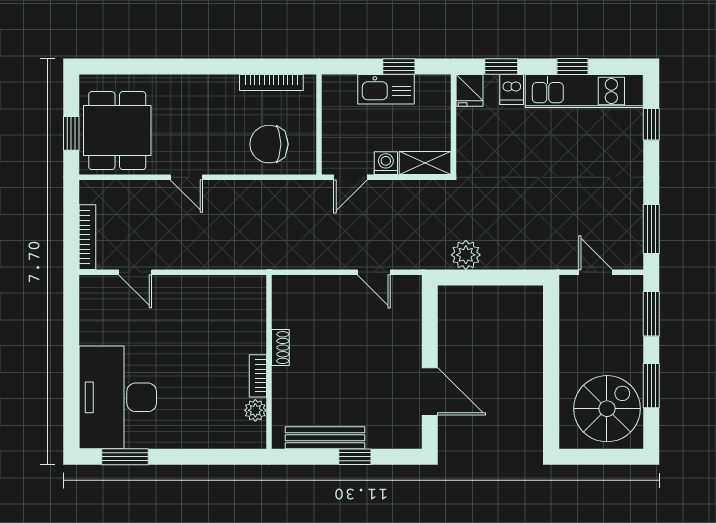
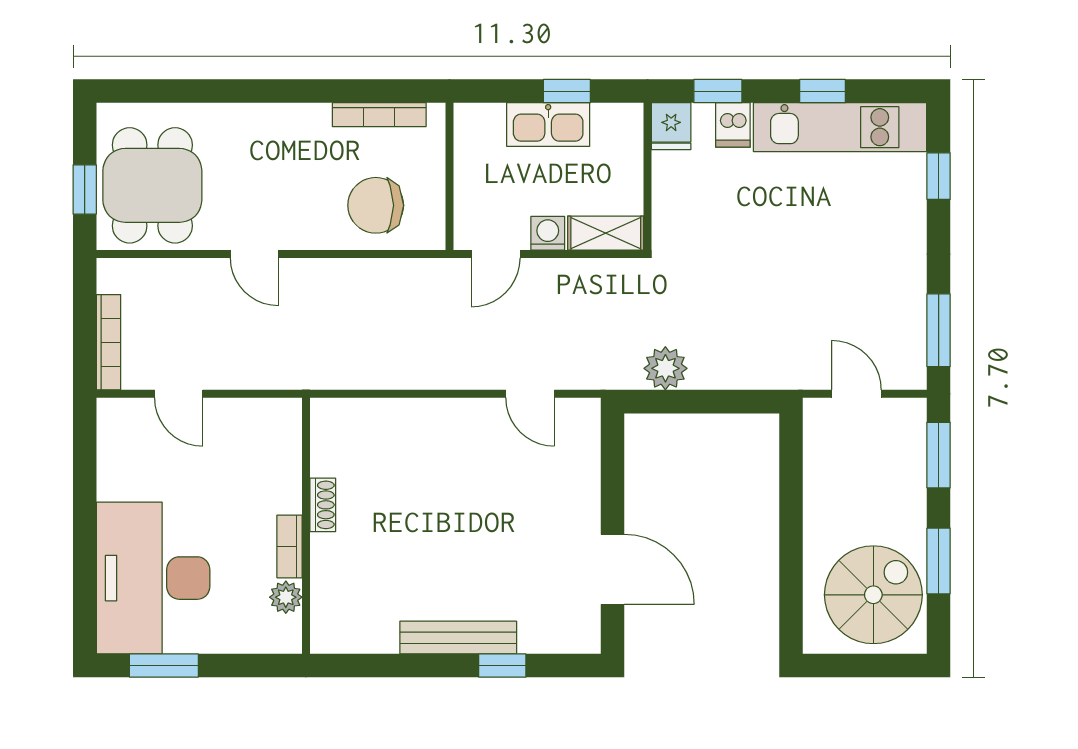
shoe rack: (280, 348) -> (323, 505), moved
wall: (269, 362) -> (306, 526), moved
bookcase: (258, 376) -> (289, 546), moved
plant: (255, 410) -> (286, 597), moved

